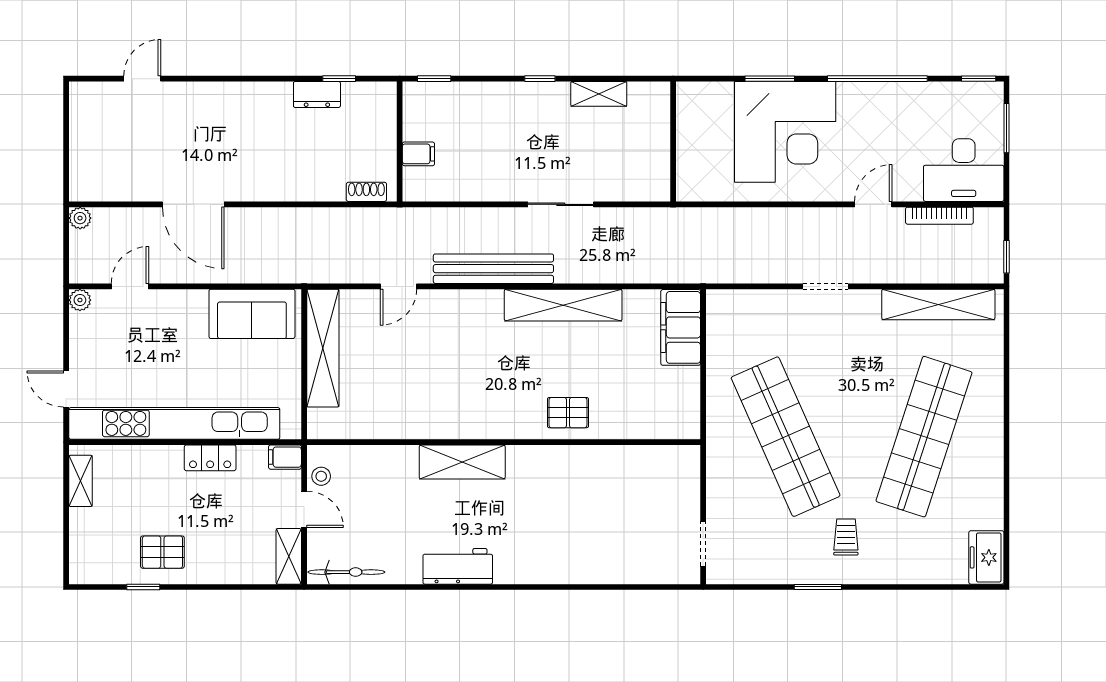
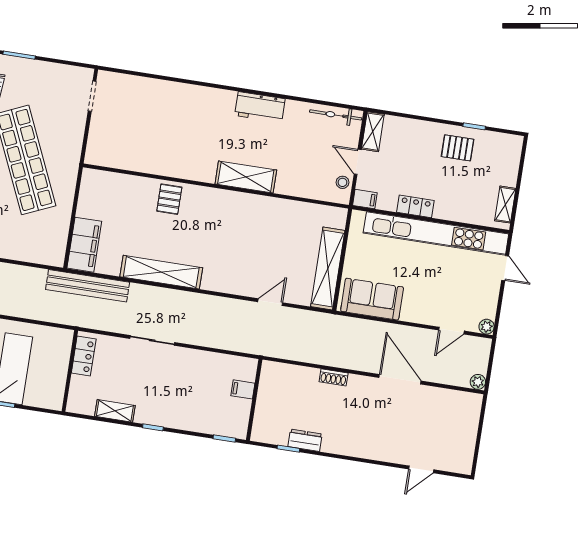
locker: (656, 166) -> (84, 356), added
shoe rack: (366, 192) -> (334, 377), moved
bench: (493, 269) -> (88, 286), moved
pallet: (568, 413) -> (169, 199), turned 90

